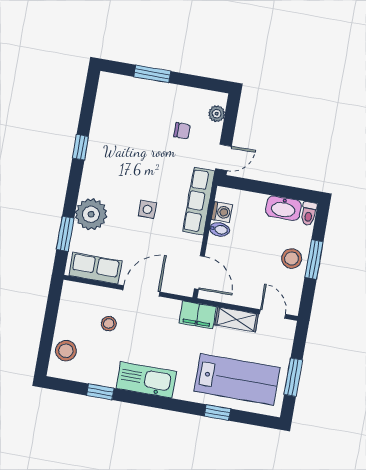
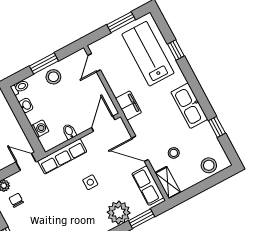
chair: (182, 131) -> (16, 200), moved
washbasin: (283, 208) -> (26, 105), width x0.52, depth x0.69
washing machine: (222, 212) -> (40, 129), moved, turned 90
shelving: (237, 319) -> (168, 183), moved

